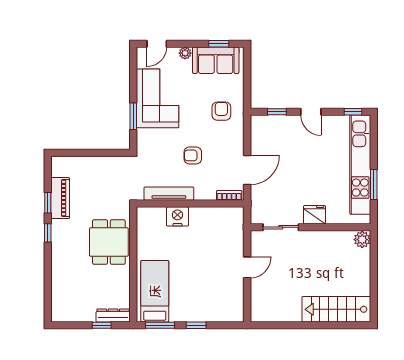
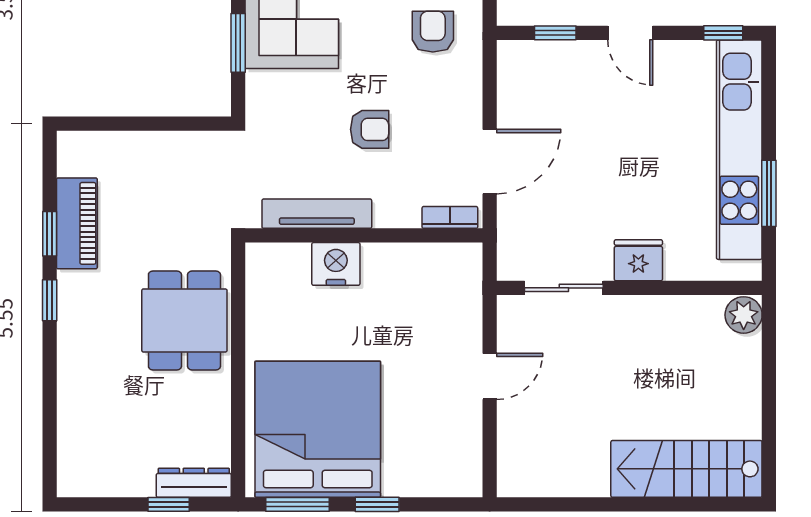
armchair: (193, 155) -> (370, 129), turned 180
bed: (155, 291) -> (318, 429), width x2.04

